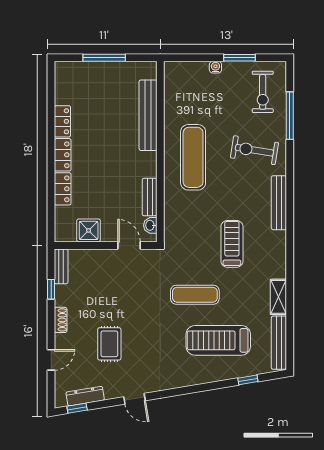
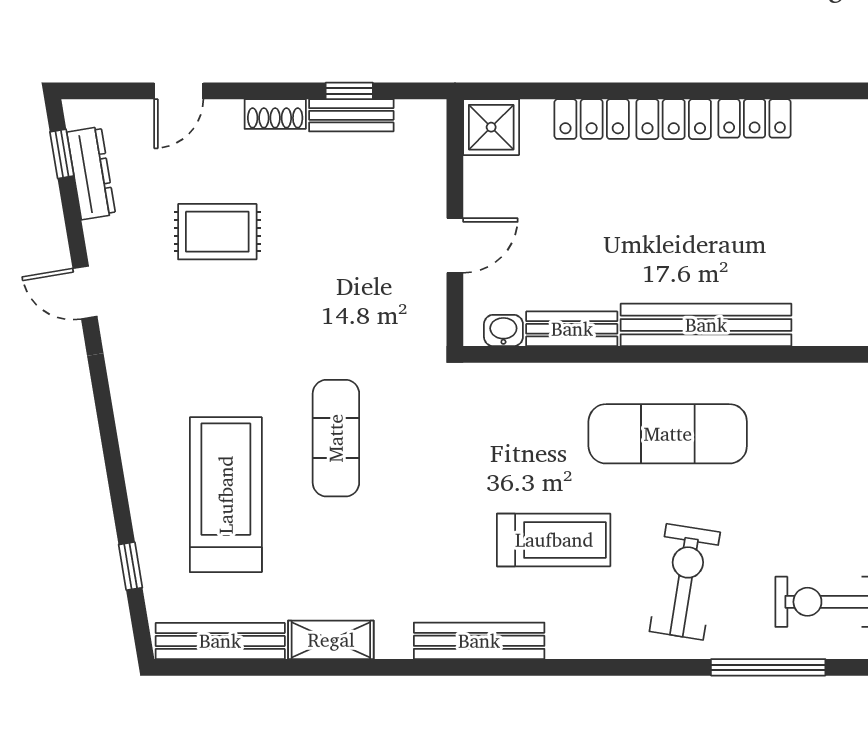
bench: (148, 115) -> (706, 325), moved
bench: (279, 203) -> (479, 641), moved
shower: (89, 230) -> (491, 127), moved
treadmill: (232, 244) -> (554, 540), moved
door: (129, 245) -> (455, 245), moved
bench: (61, 266) -> (351, 115), moved
door: (51, 360) -> (179, 91), hinge flipped
door: (134, 399) -> (85, 292), hinge flipped

